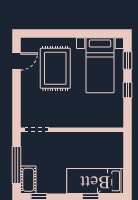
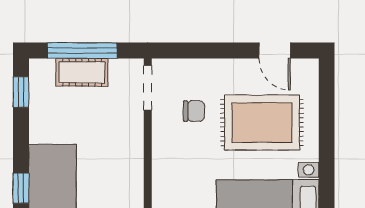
chair: (49, 105) -> (194, 111), added
cot: (28, 180) -> (82, 72), moved

